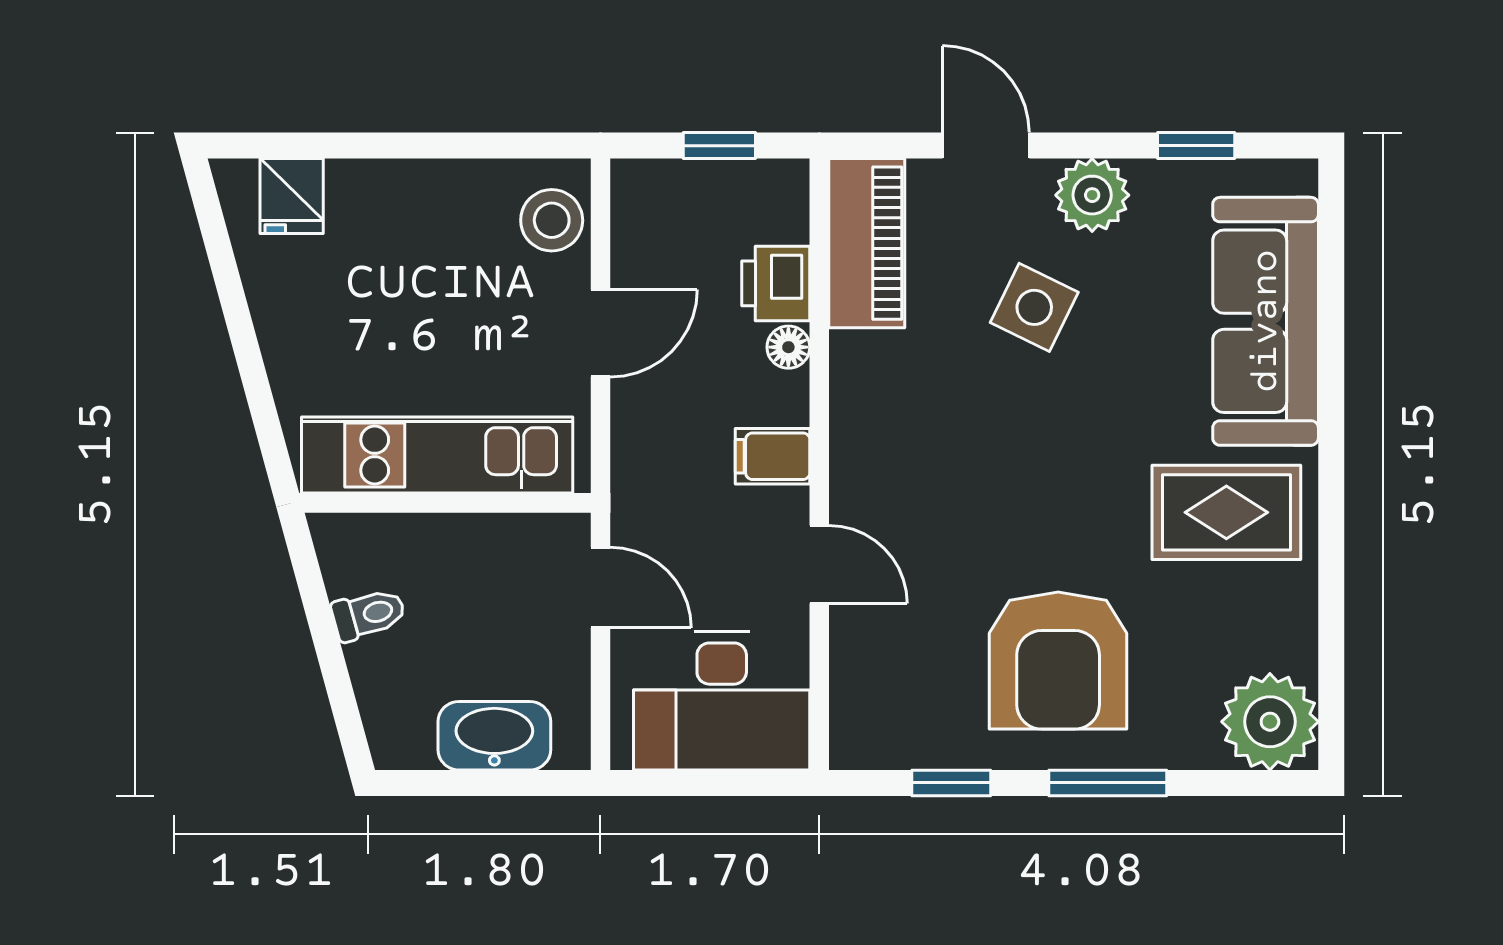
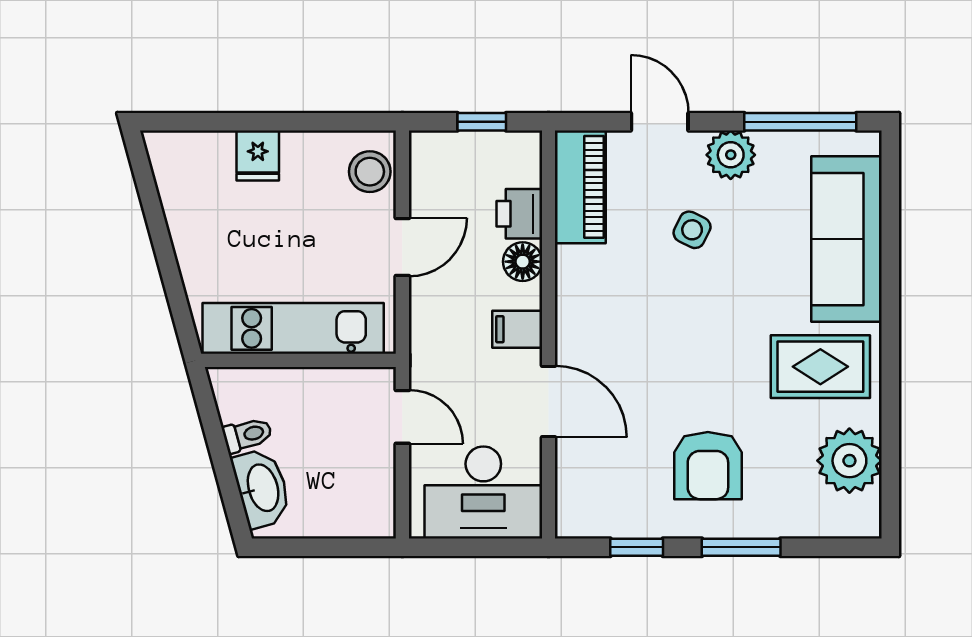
window: (1196, 146) -> (800, 122), width x2.17
fridge: (292, 196) -> (258, 155), moved
side table: (1034, 307) -> (692, 230), width x0.73, depth x0.73
floor lamp: (788, 347) -> (523, 262), width x1.37, depth x1.37
door: (819, 564) -> (549, 401), width x1.38
armchair: (1058, 661) -> (708, 466), width x0.73, depth x0.73
plant: (1270, 722) -> (849, 461), moved
washbasin: (494, 736) -> (262, 488), moved, turned 75

